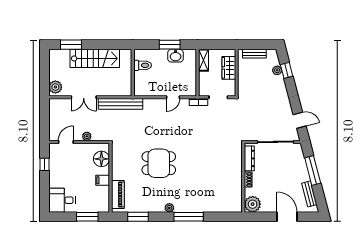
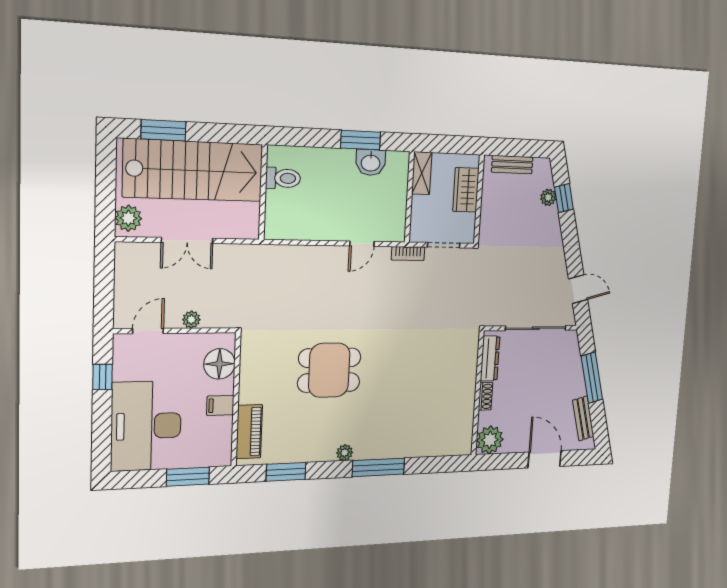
stairs: (95, 58) -> (194, 170), width x1.36, depth x1.51
toilet: (143, 65) -> (283, 178), moved
wall: (133, 73) -> (263, 192), moved
bench: (121, 104) -> (261, 255), removed
desk: (62, 200) -> (146, 426), width x1.87, depth x1.30

